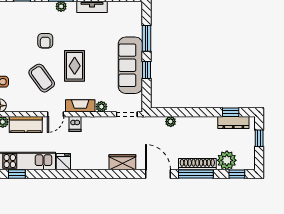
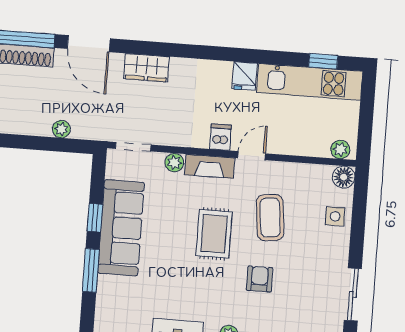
coffee table: (42, 78) -> (270, 218), turned 30
kitchen counter: (26, 125) -> (302, 142), removed

